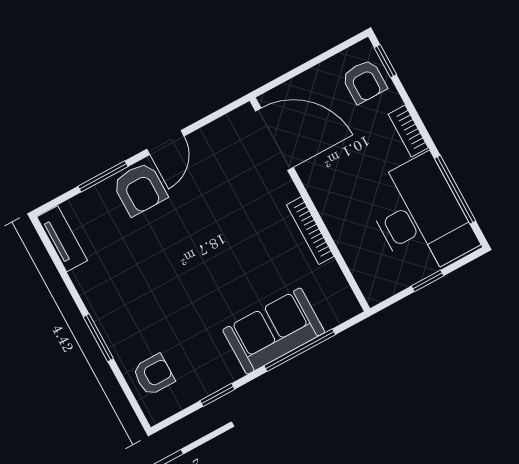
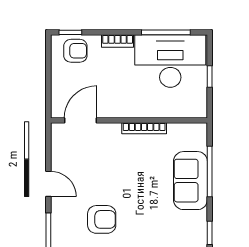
door: (274, 139) -> (80, 120), width x0.73
armchair: (140, 189) -> (102, 219), moved

